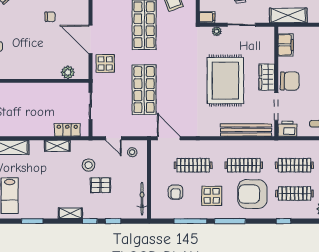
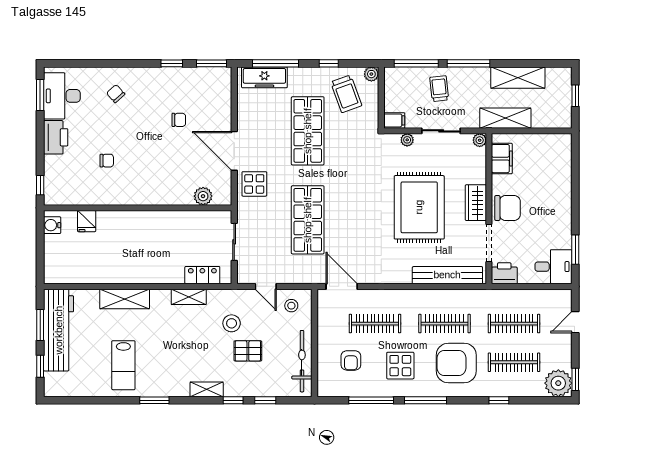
plant: (269, 32) -> (480, 140), added
bicycle: (142, 199) -> (302, 361), width x1.37, depth x1.40

